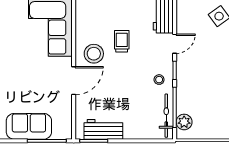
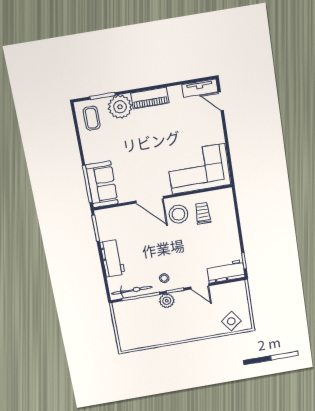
trolley: (122, 41) -> (203, 213), moved, turned -90
plant: (184, 122) -> (167, 301), moved
sofa: (29, 126) -> (102, 184), moved
workbench: (103, 129) -> (112, 258), moved

